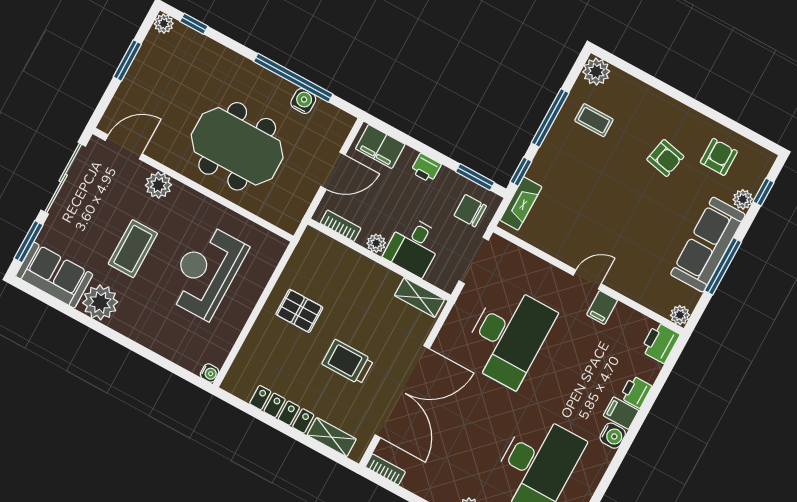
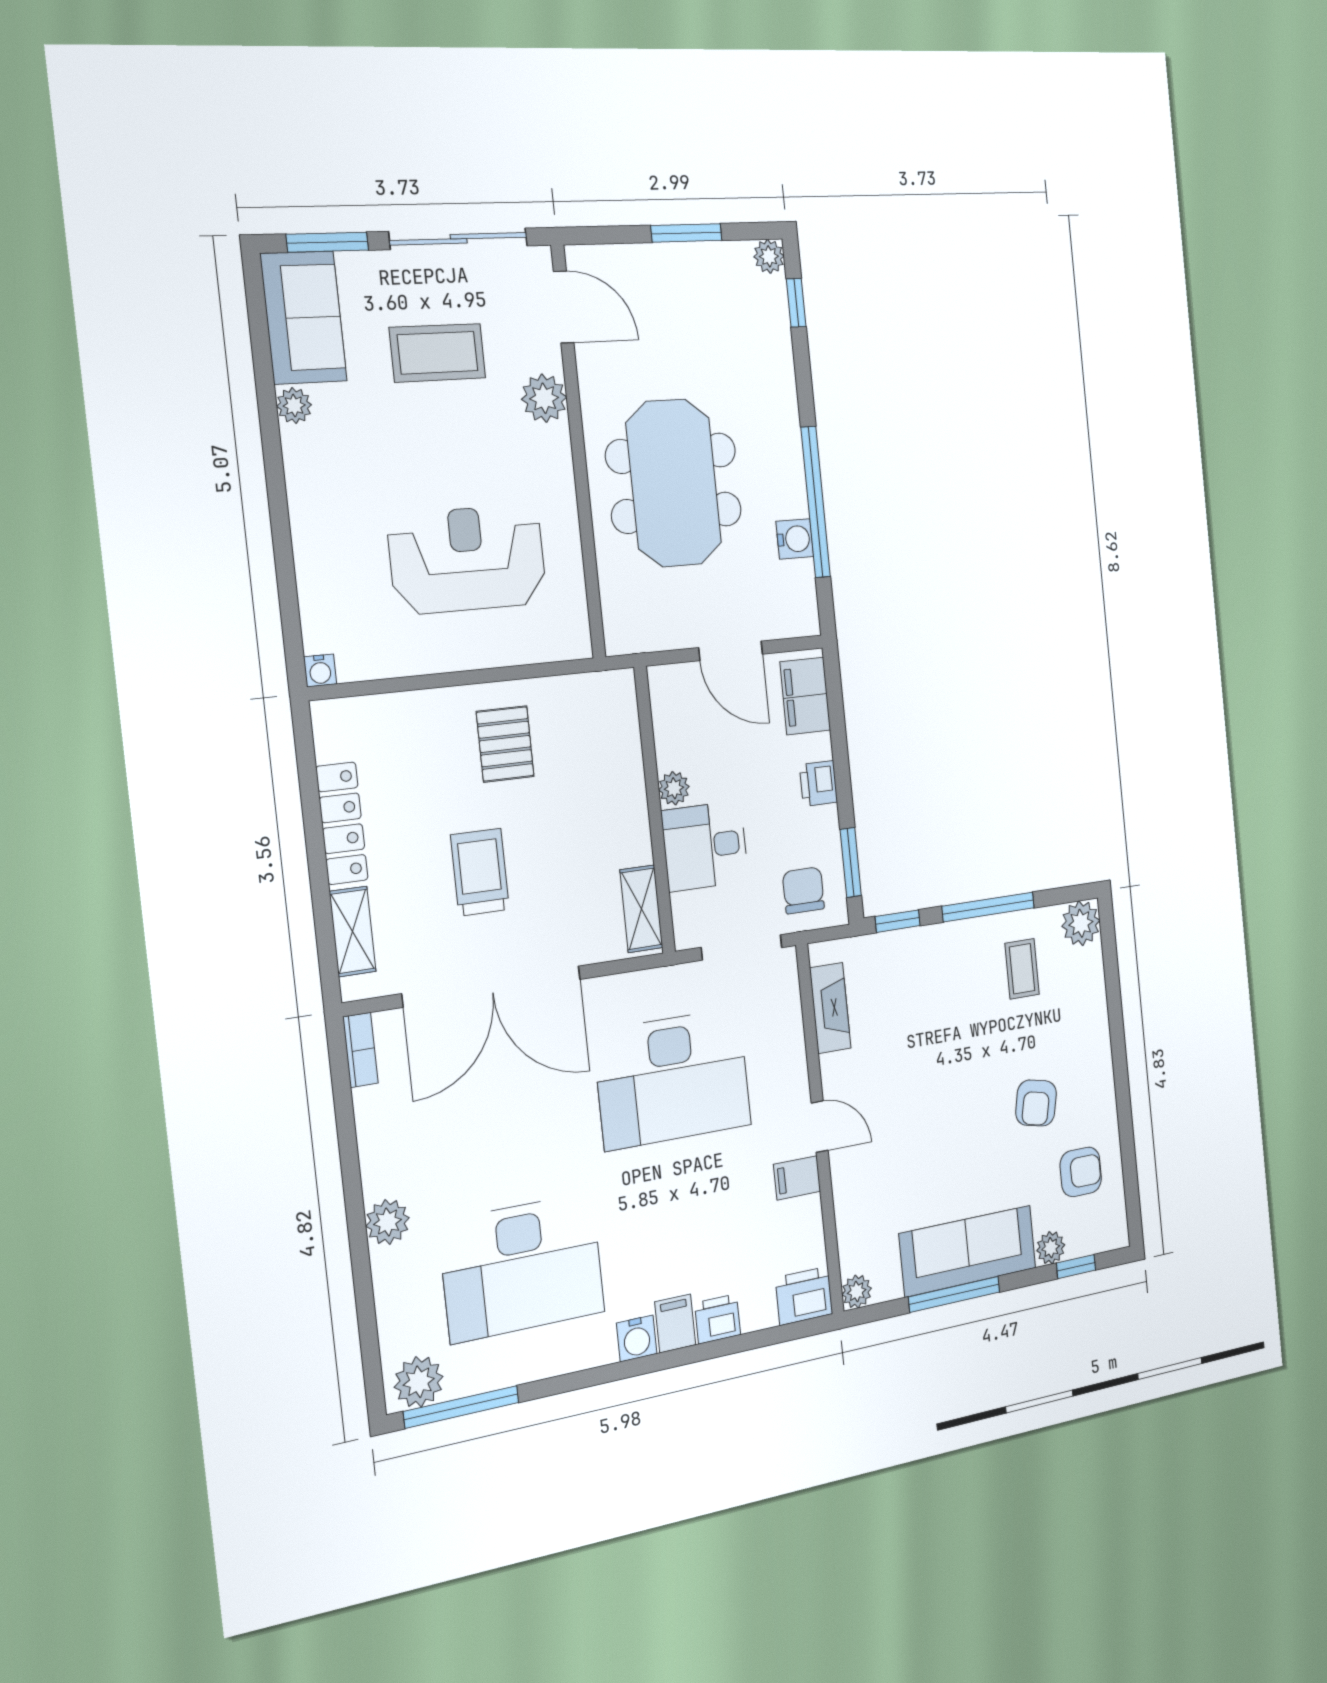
fireplace: (521, 203) -> (830, 1008), moved, turned -90
bookcase: (341, 226) -> (664, 718), removed
coffee table: (133, 249) -> (438, 353), moved
plant: (100, 302) -> (294, 405), width x0.53, depth x0.53

